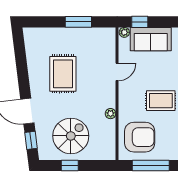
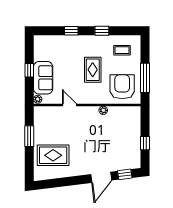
window: (140, 22) -> (29, 70), moved
rug: (63, 74) -> (53, 155), moved
spiral stairs: (71, 136) -> (121, 142), removed

